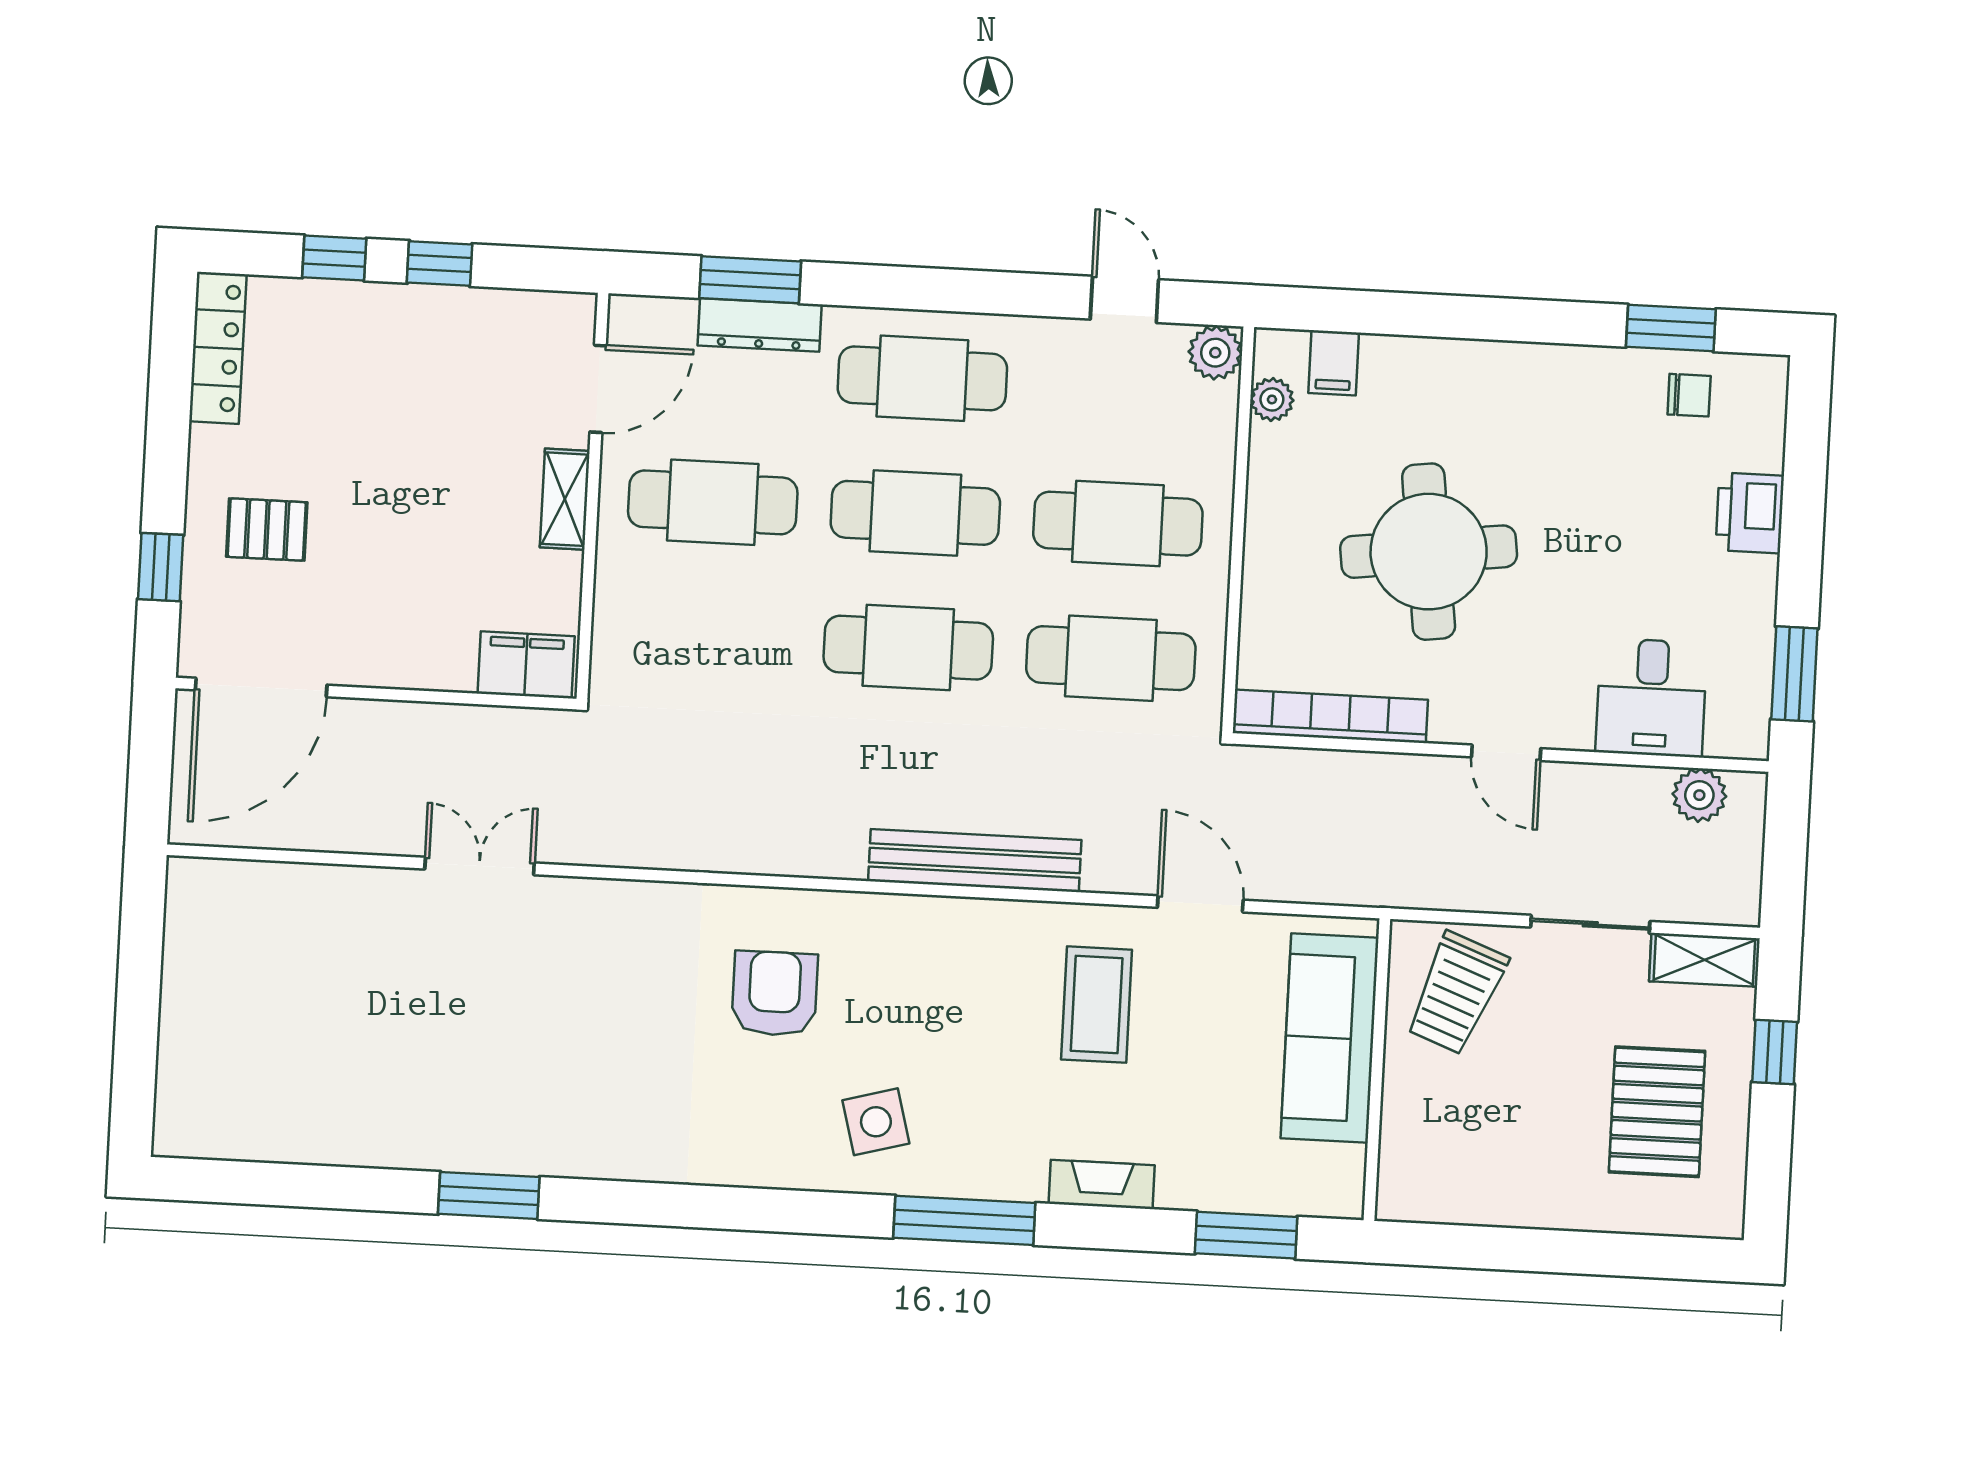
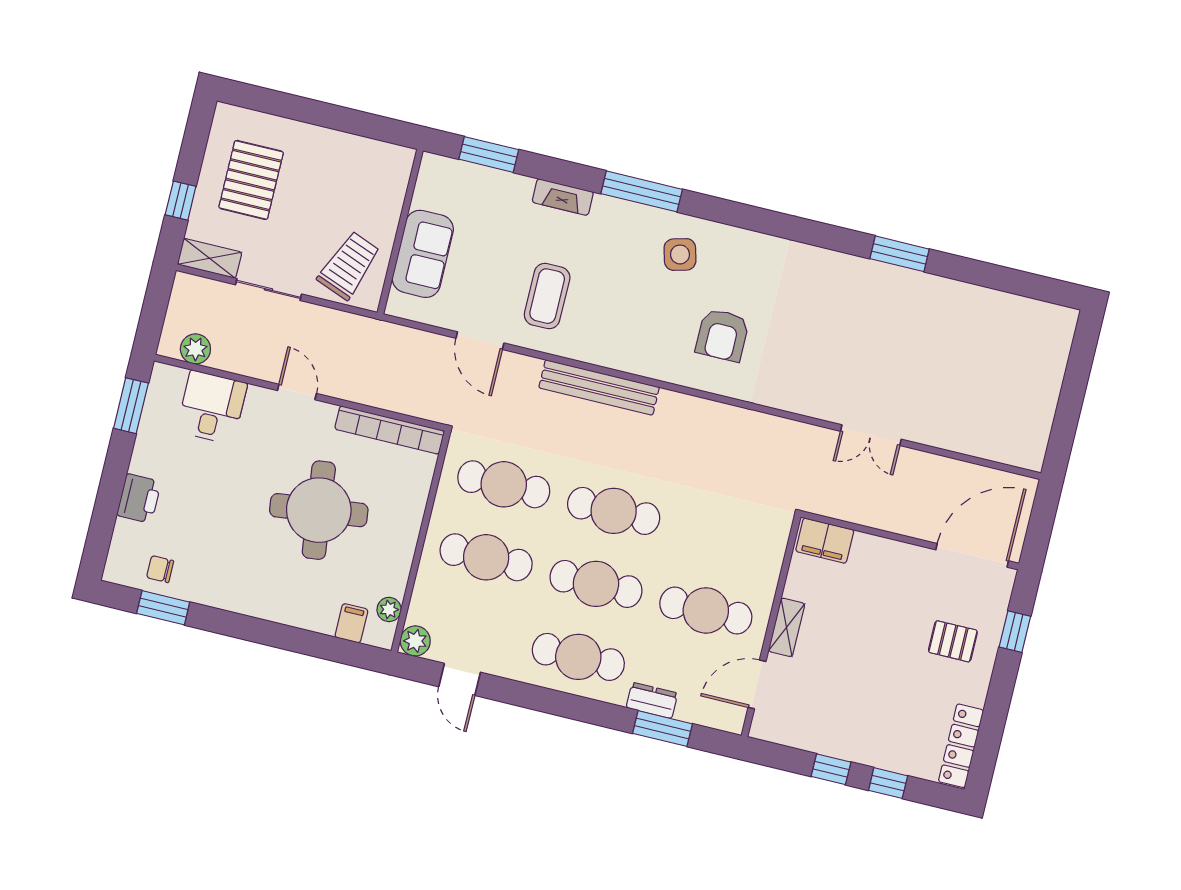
dresser: (760, 325) -> (652, 700), width x0.70
sofa: (1330, 1038) -> (423, 254), width x0.73

